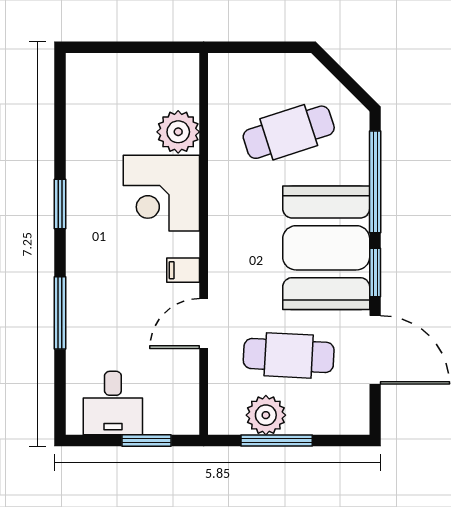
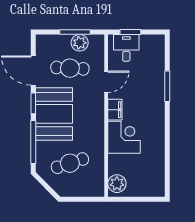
plant: (178, 132) -> (117, 184), moved
window: (60, 204) -> (167, 133), removed
filing cabinet: (183, 270) -> (115, 110), width x2.00
desk: (113, 403) -> (126, 48), moved

